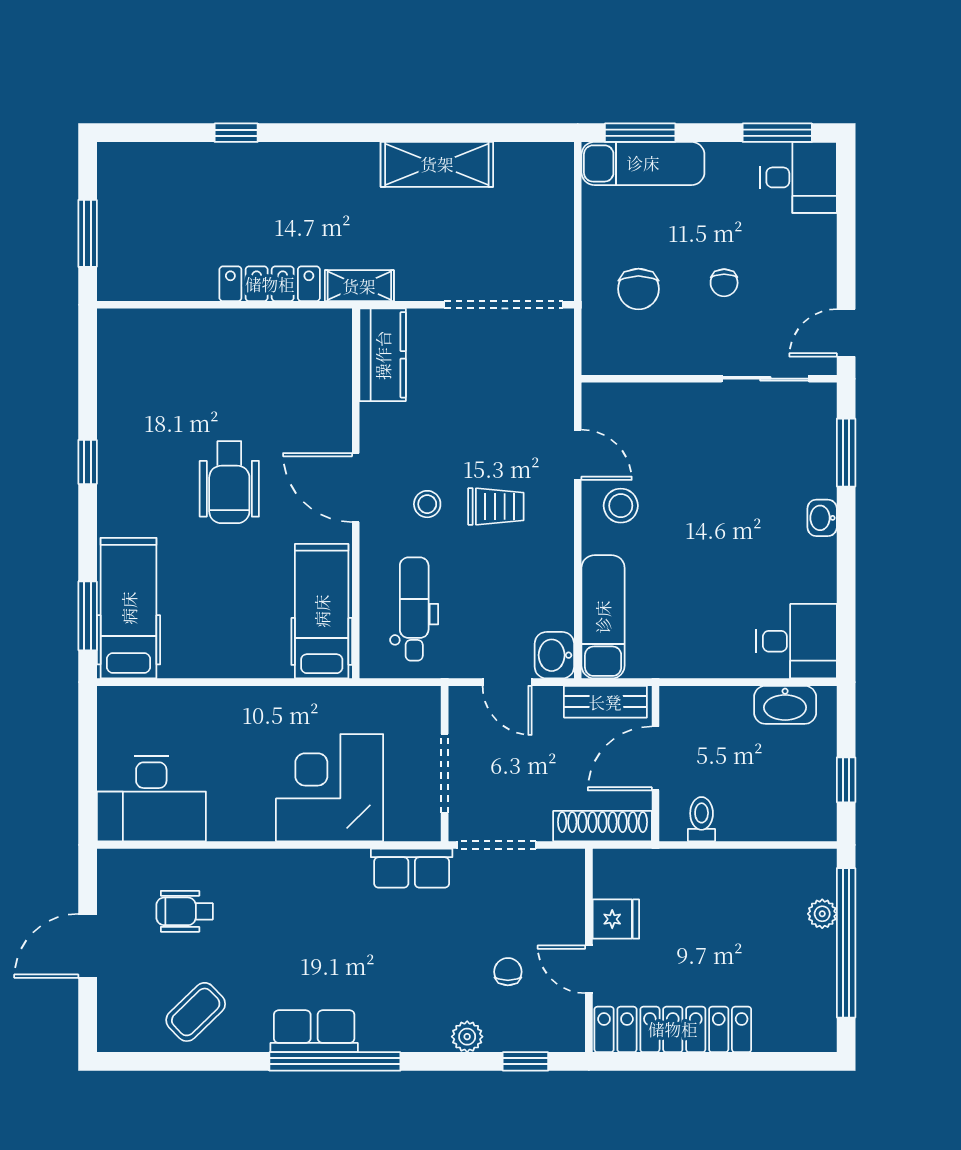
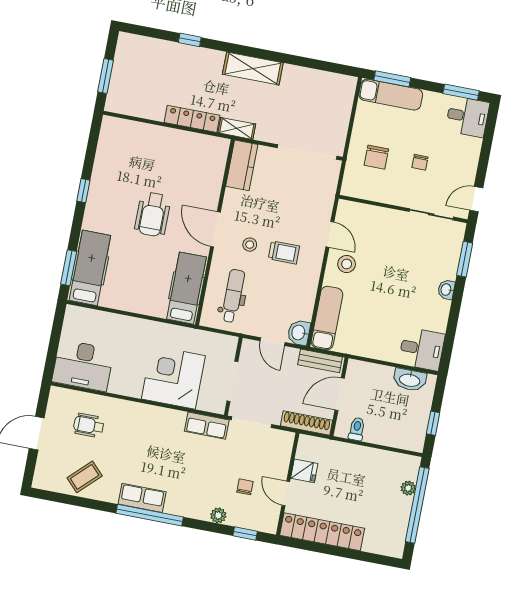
shelving: (437, 164) -> (253, 69), moved

